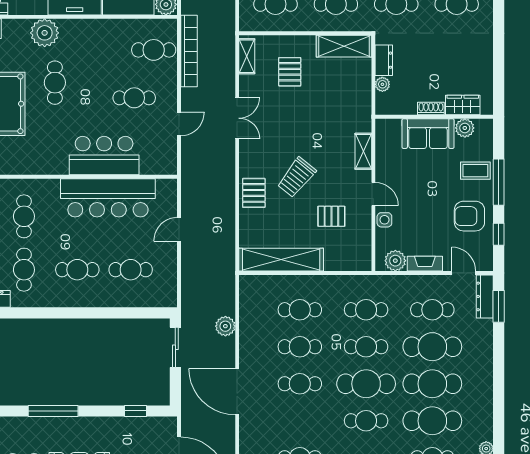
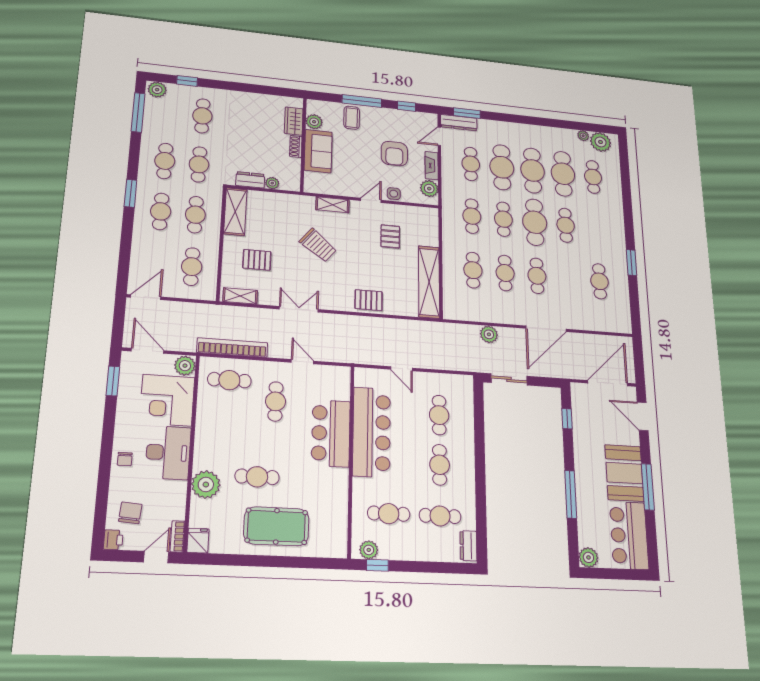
cafe table: (154, 50) -> (229, 380), turned 90
trolley: (296, 177) -> (318, 245), moved
armchair: (469, 216) -> (394, 154), moved

